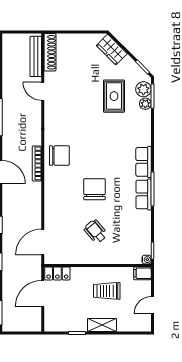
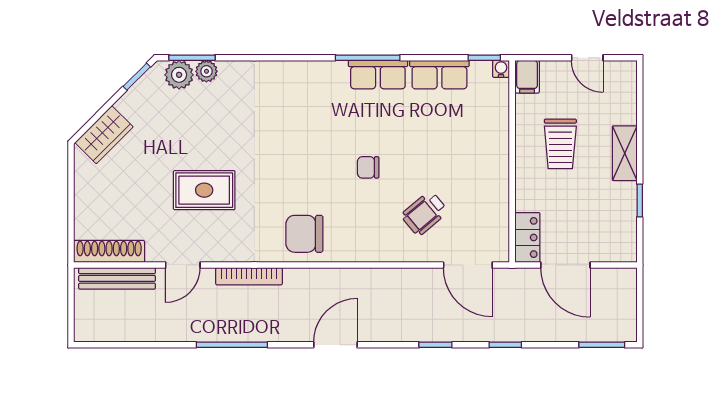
rug: (114, 96) -> (204, 190), moved
chair: (59, 156) -> (304, 234), turned -90
row of seats: (144, 162) -> (439, 75), moved
bookcase: (37, 163) -> (249, 276), moved
chair: (94, 189) -> (368, 167), width x0.54, depth x0.54
wheelchair: (96, 231) -> (424, 213), moved

